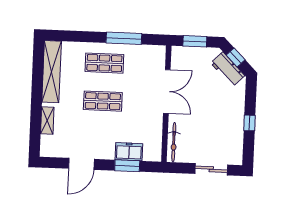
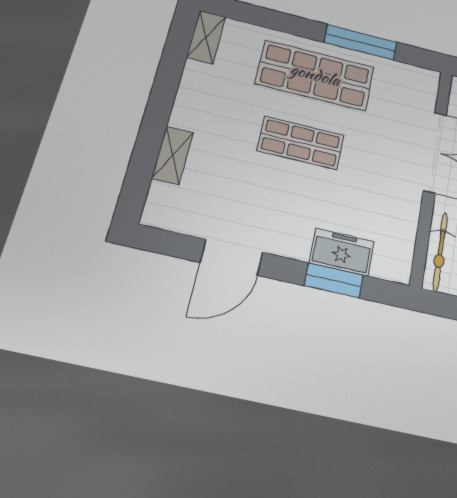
shop shelf: (104, 63) -> (315, 75), width x1.43, depth x1.36
shelving: (52, 72) -> (206, 37), width x0.45, depth x0.75

